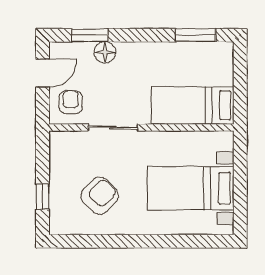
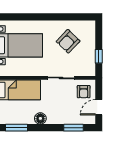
floor lamp: (105, 52) -> (40, 118), moved
window: (43, 197) -> (99, 56), moved

